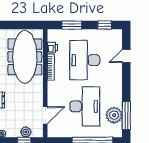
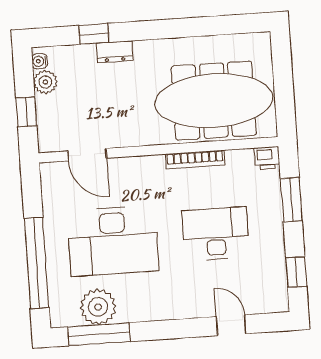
printer: (52, 48) -> (267, 158), moved
desk: (85, 60) -> (216, 234), width x0.73, depth x0.77
plant: (26, 132) -> (45, 82), moved

